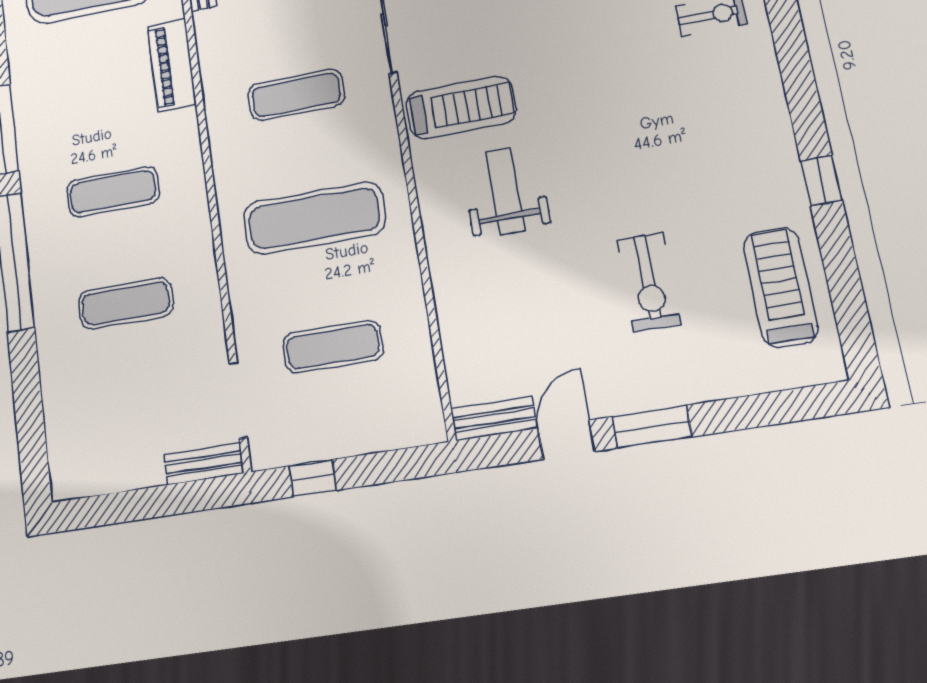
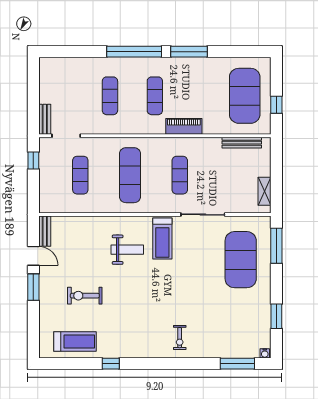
piano: (172, 65) -> (184, 126), moved

